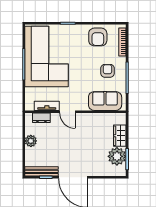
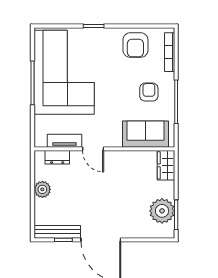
wardrobe: (120, 136) -> (166, 165), moved

